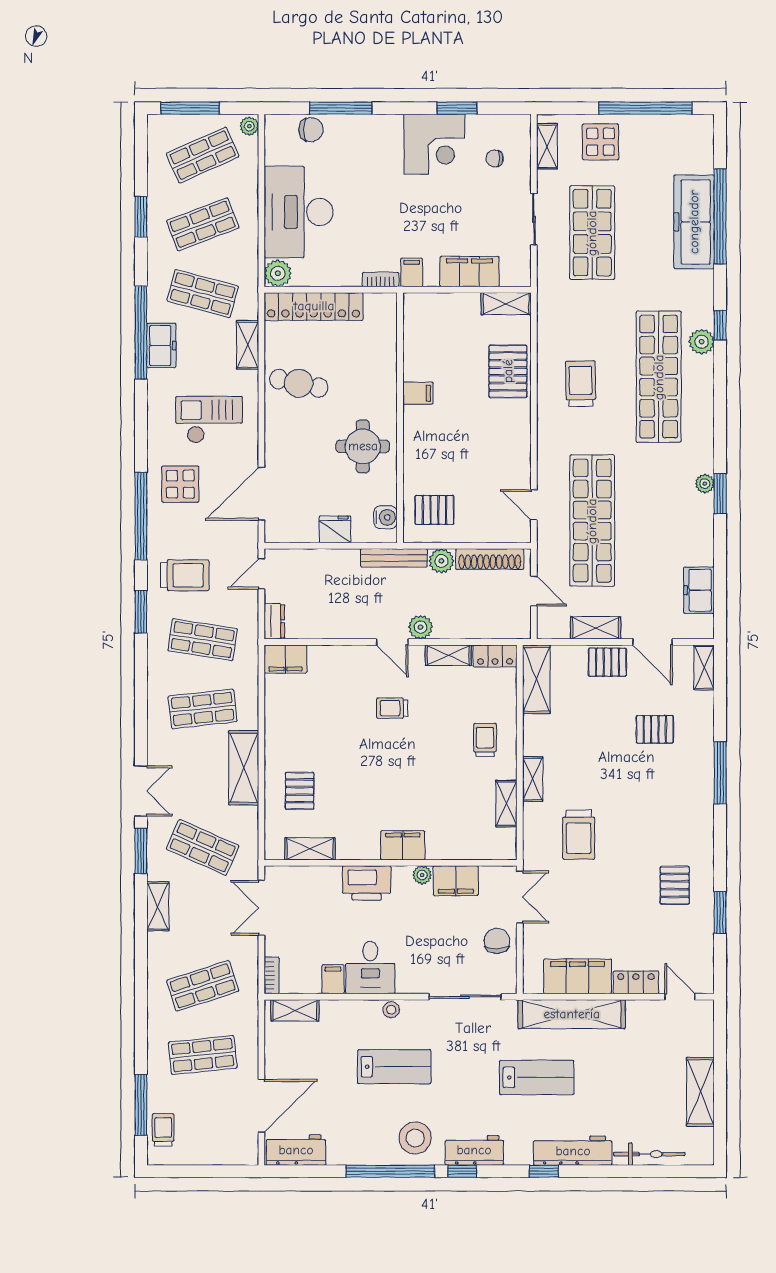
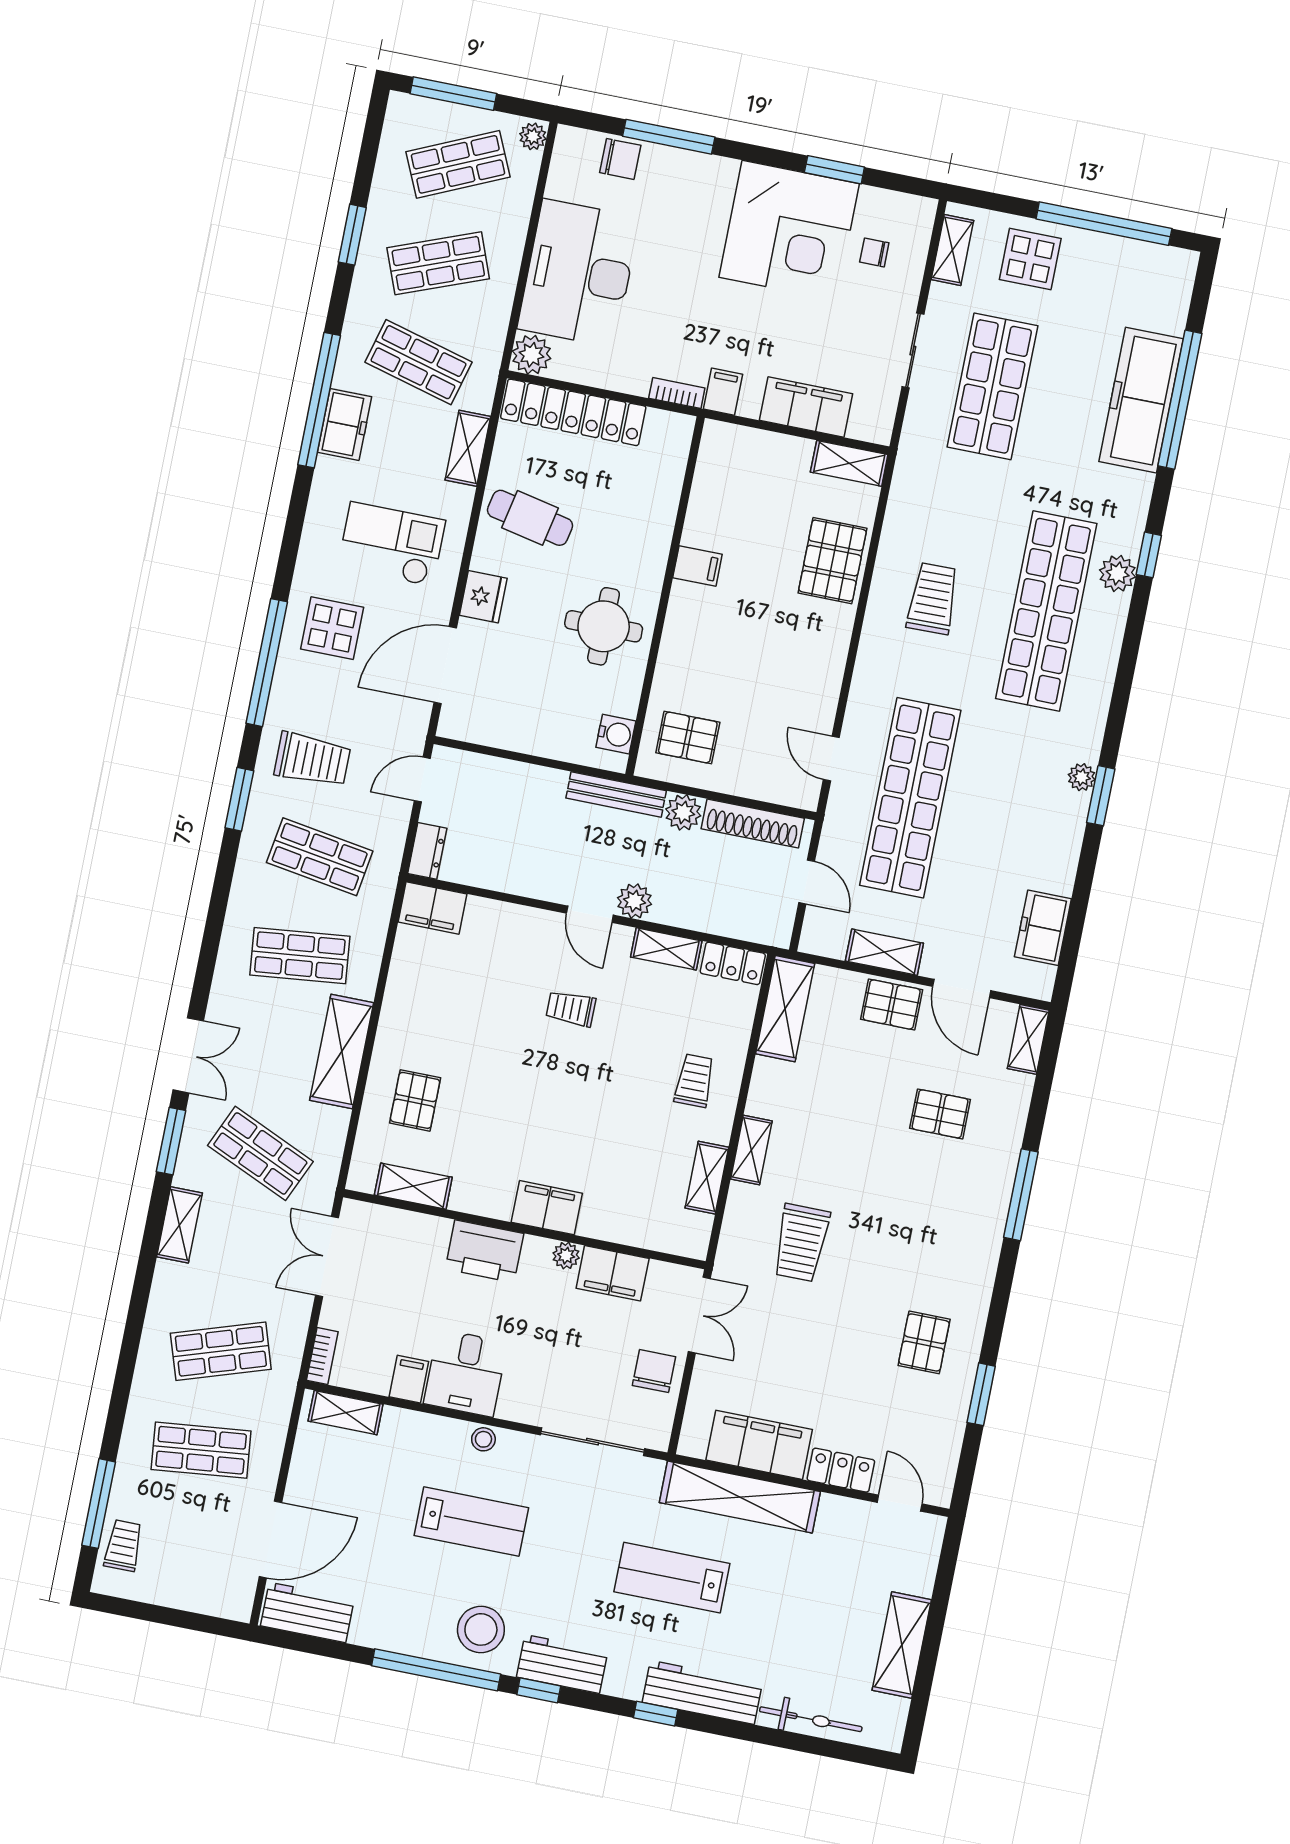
corner desk: (434, 144) -> (789, 230), width x1.36, depth x1.36
fridge: (335, 529) -> (483, 597), moved, turned 90
lab bench: (537, 1077) -> (672, 1578), turned 180

